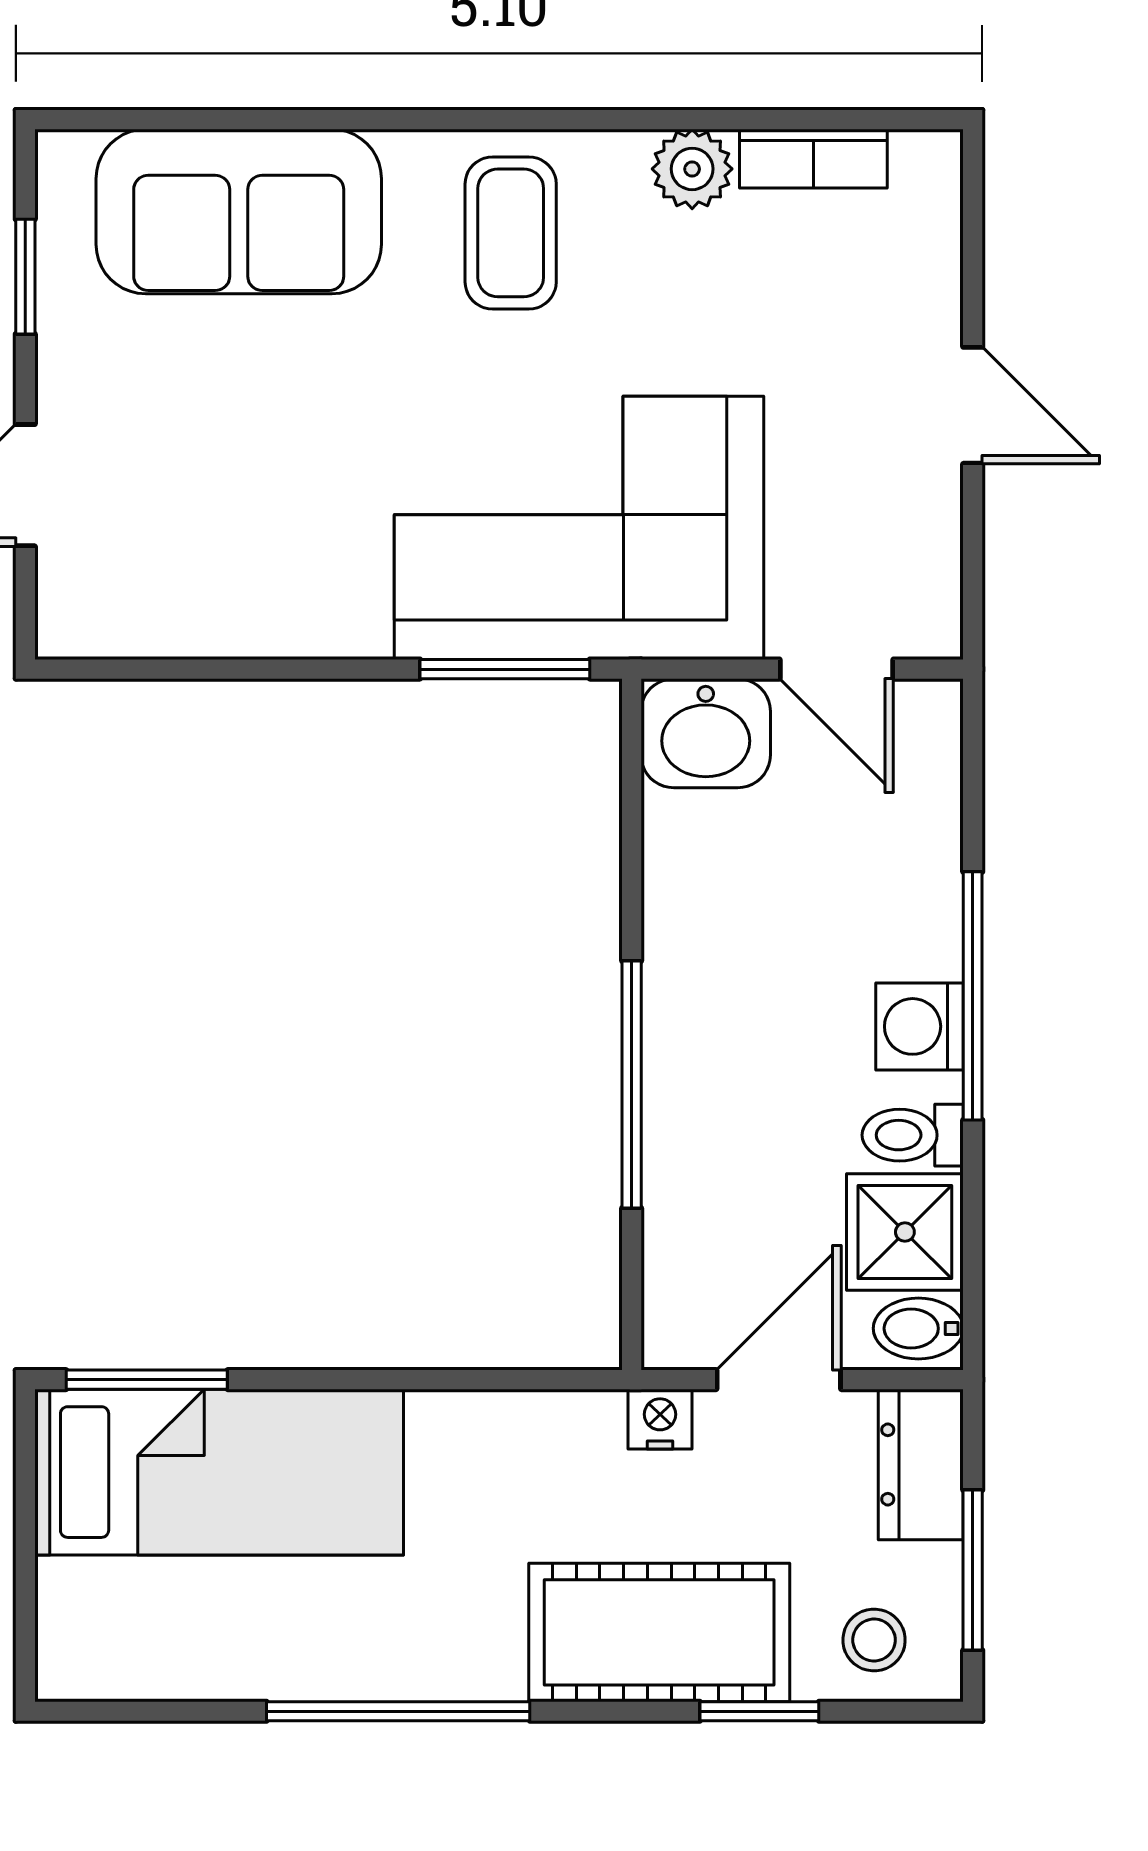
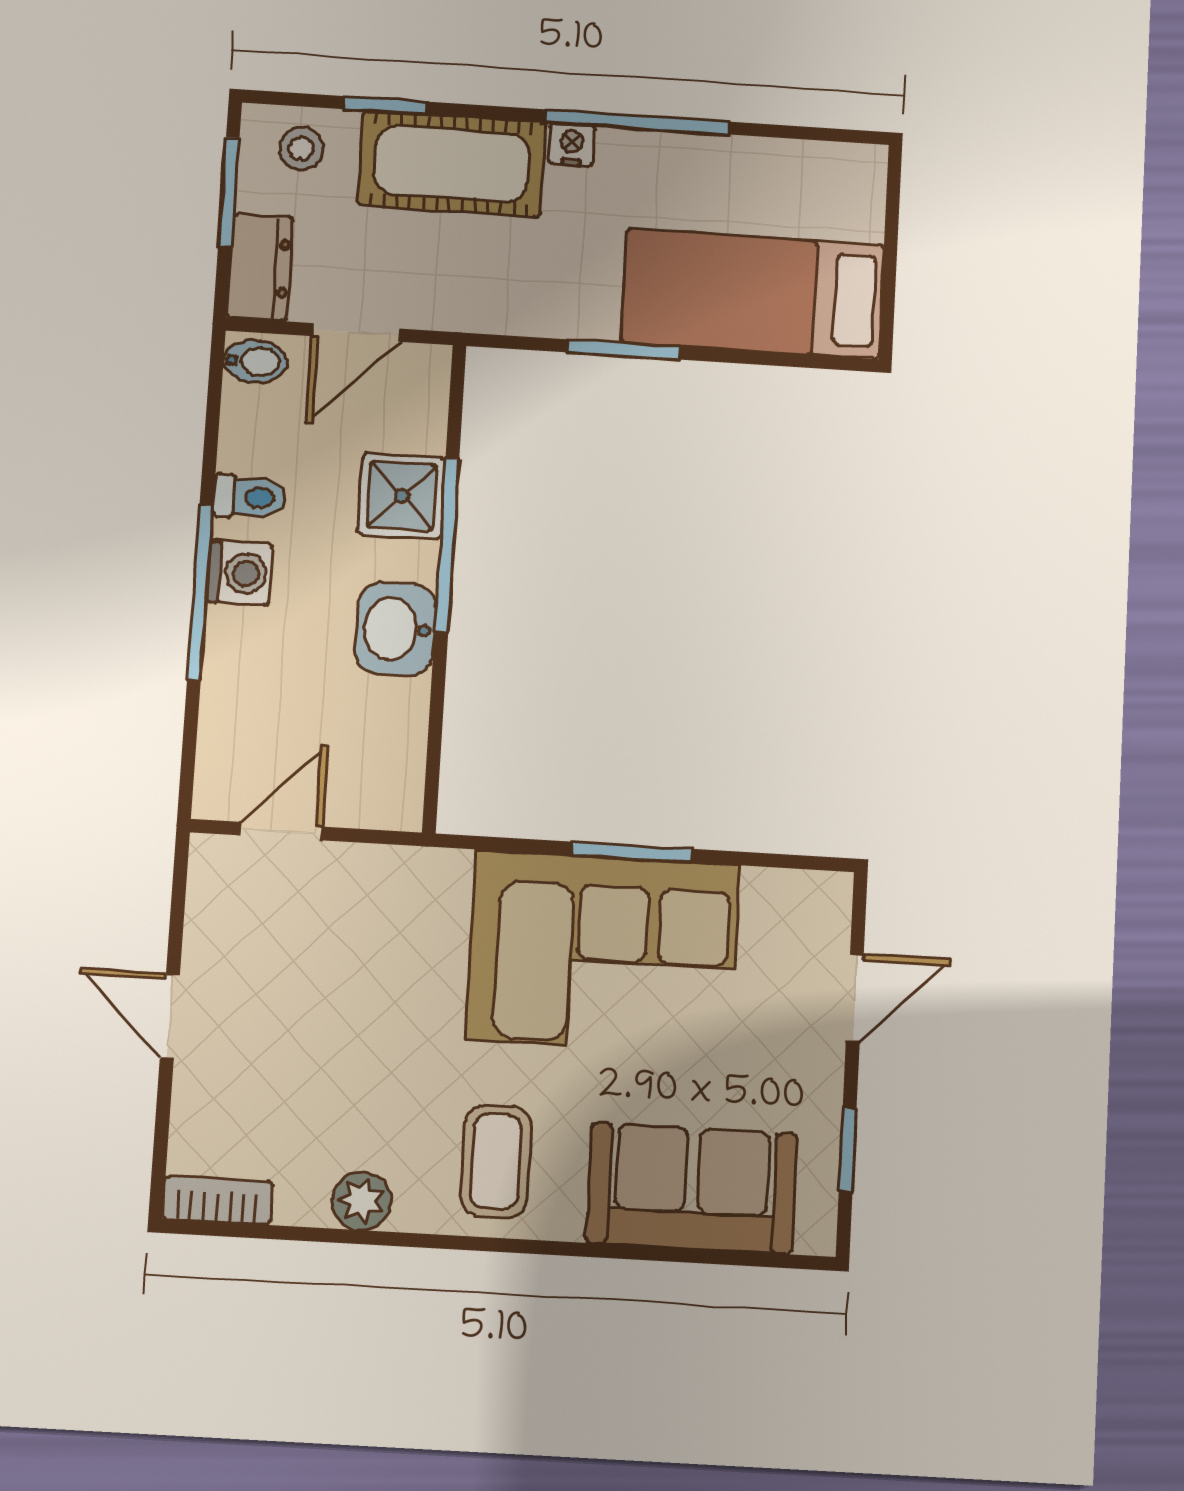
bookcase: (813, 159) -> (218, 1200), moved
corner sofa: (579, 528) -> (603, 952), moved
window: (505, 669) -> (632, 852), moved
door: (837, 669) -> (281, 831), hinge flipped
washbasin: (706, 733) -> (396, 629), moved, turned -90
shower: (905, 1232) -> (402, 496), moved
window: (147, 1380) -> (624, 350), moved
nightstand: (660, 1419) -> (572, 145), moved, turned 180

